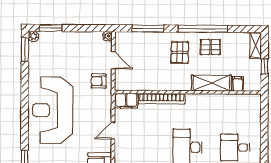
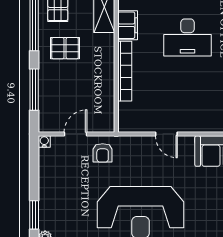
filing cabinet: (126, 101) -> (128, 25), moved

